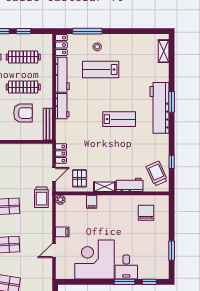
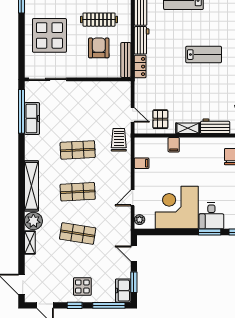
armchair: (23, 113) -> (99, 48), turned -90
locker: (61, 153) -> (140, 67), moved
door: (54, 174) -> (133, 115), hinge flipped
trolley: (41, 197) -> (119, 140), turned 180
plant: (60, 200) -> (140, 220), moved
filing cabinet: (62, 232) -> (142, 163), moved

